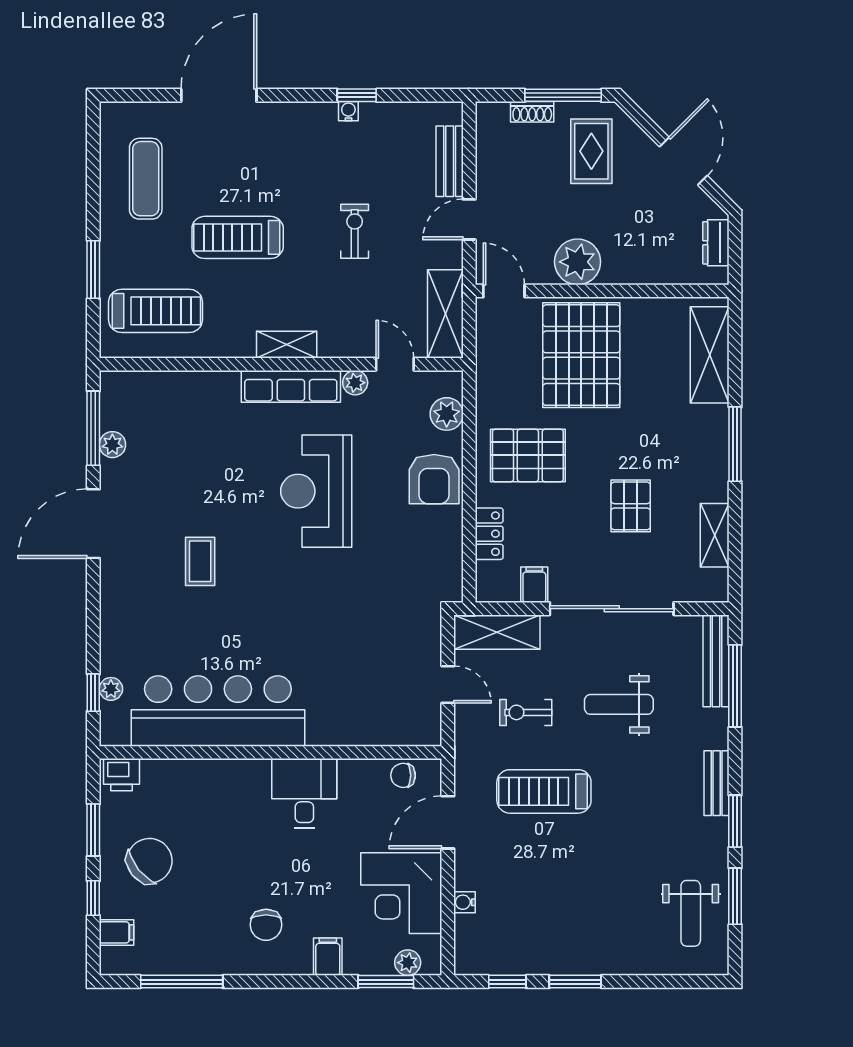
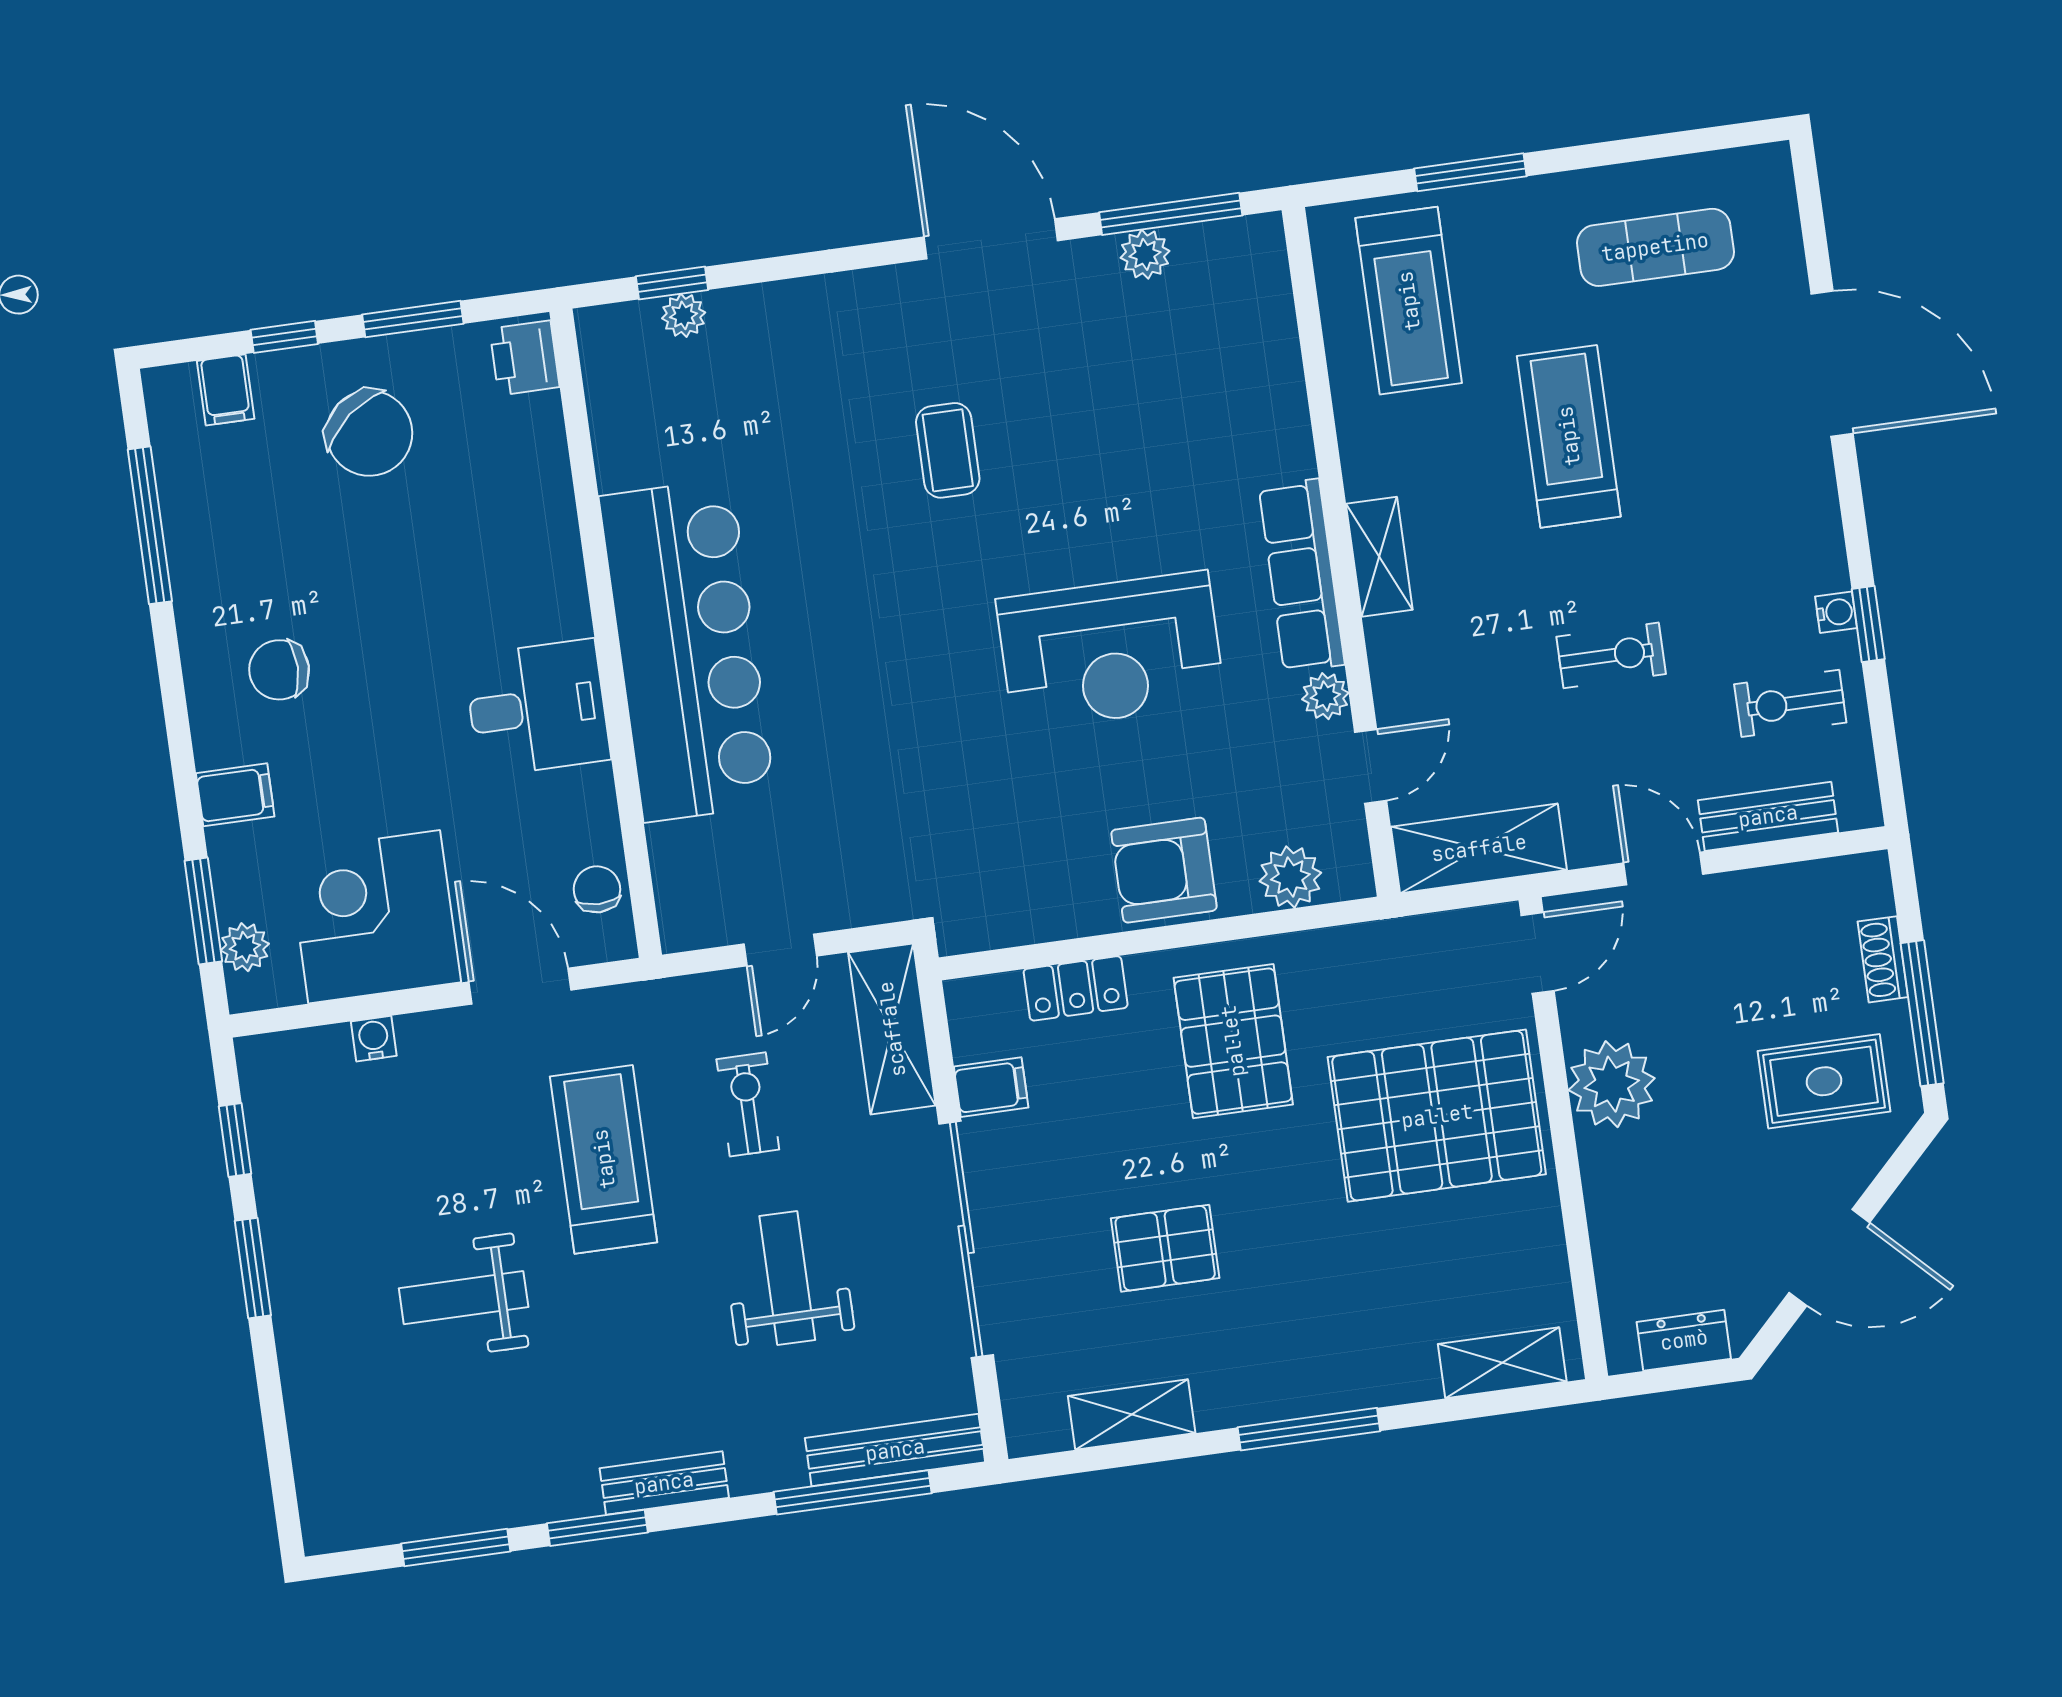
exercise bike: (392, 142) -> (1790, 703), added
shelving: (710, 355) -> (1502, 1363), width x0.67, depth x0.75
reception desk: (316, 491) -> (1111, 651), turned 180
coffee table: (200, 561) -> (948, 450), turned 90
bar counter: (218, 711) -> (688, 650), moved
weight bench: (691, 913) -> (464, 1298), moved

